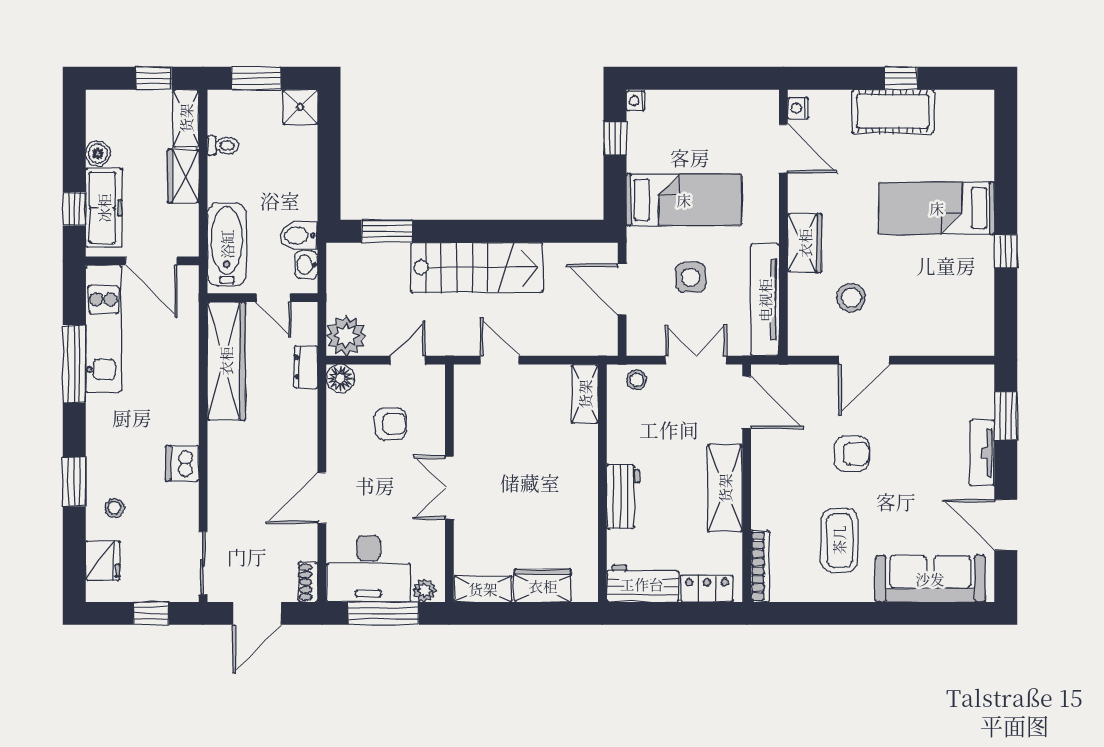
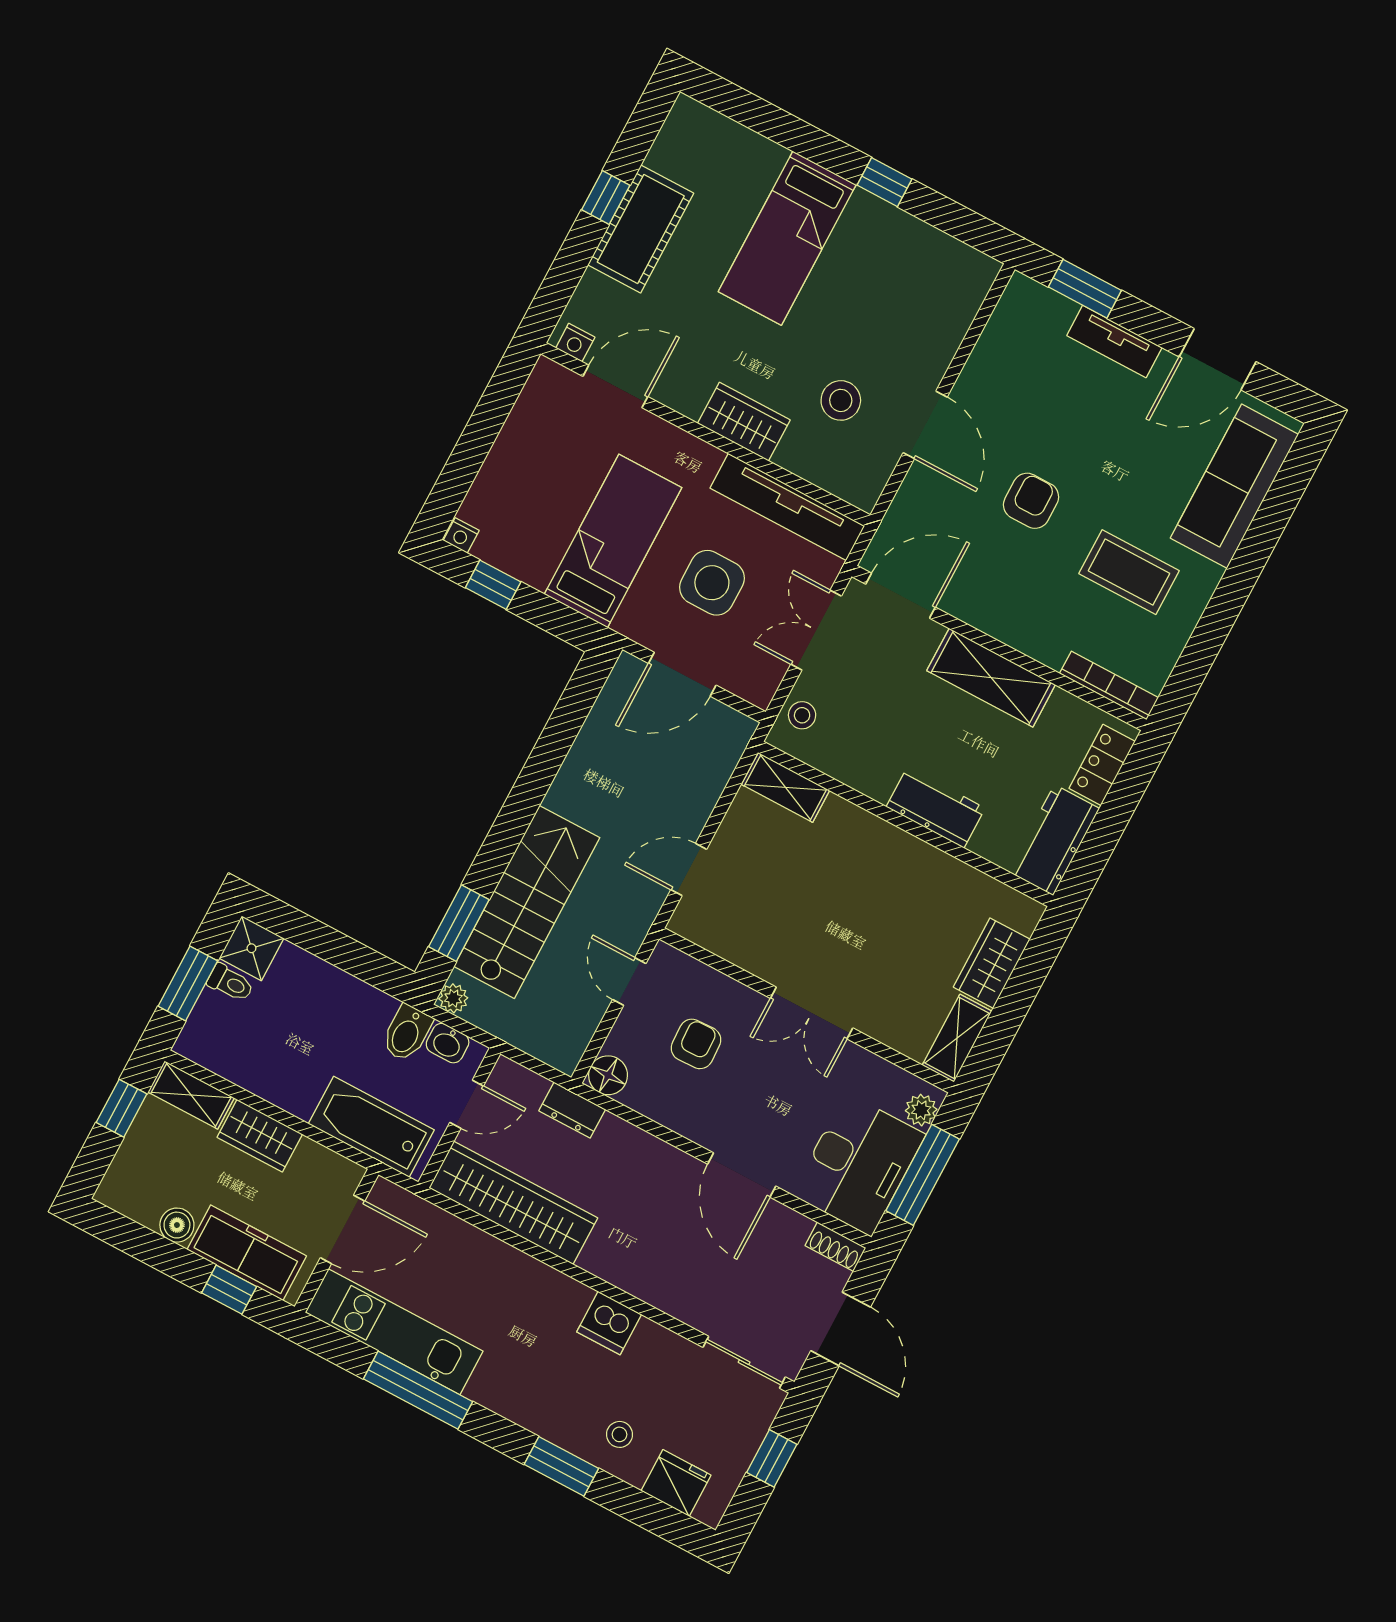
toilet: (223, 145) -> (230, 983), moved, turned 90
stairs: (477, 267) -> (527, 902), moved
side table: (691, 277) -> (712, 583), width x1.37, depth x1.37
plant: (346, 336) -> (453, 998), moved, width x0.53, depth x0.53

